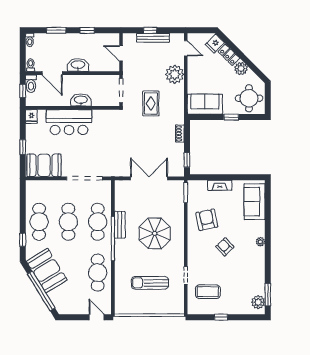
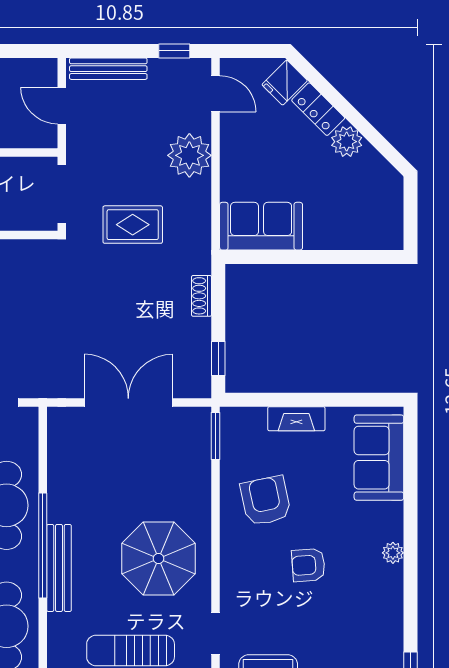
window: (150, 30) -> (174, 51), moved
bench: (153, 38) -> (108, 69), moved
round table: (249, 98) -> (366, 212), removed
rug: (151, 103) -> (133, 225), turned 90
window: (231, 117) -> (324, 257), removed
bench: (120, 225) -> (59, 568), moved, width x1.36
parasol: (155, 233) -> (159, 559), moved
armchair: (225, 247) -> (308, 565), turned -50

